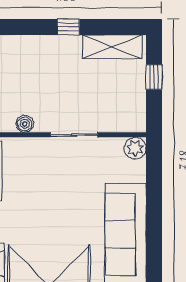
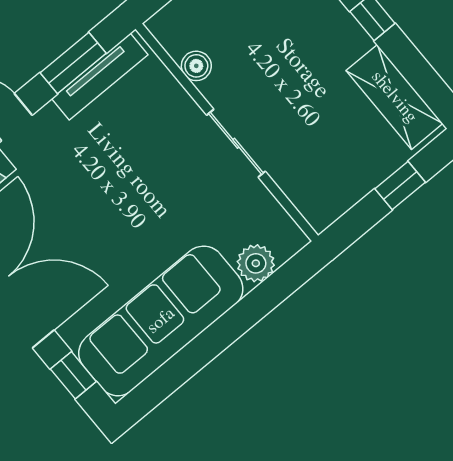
plant: (135, 148) -> (256, 263), moved

